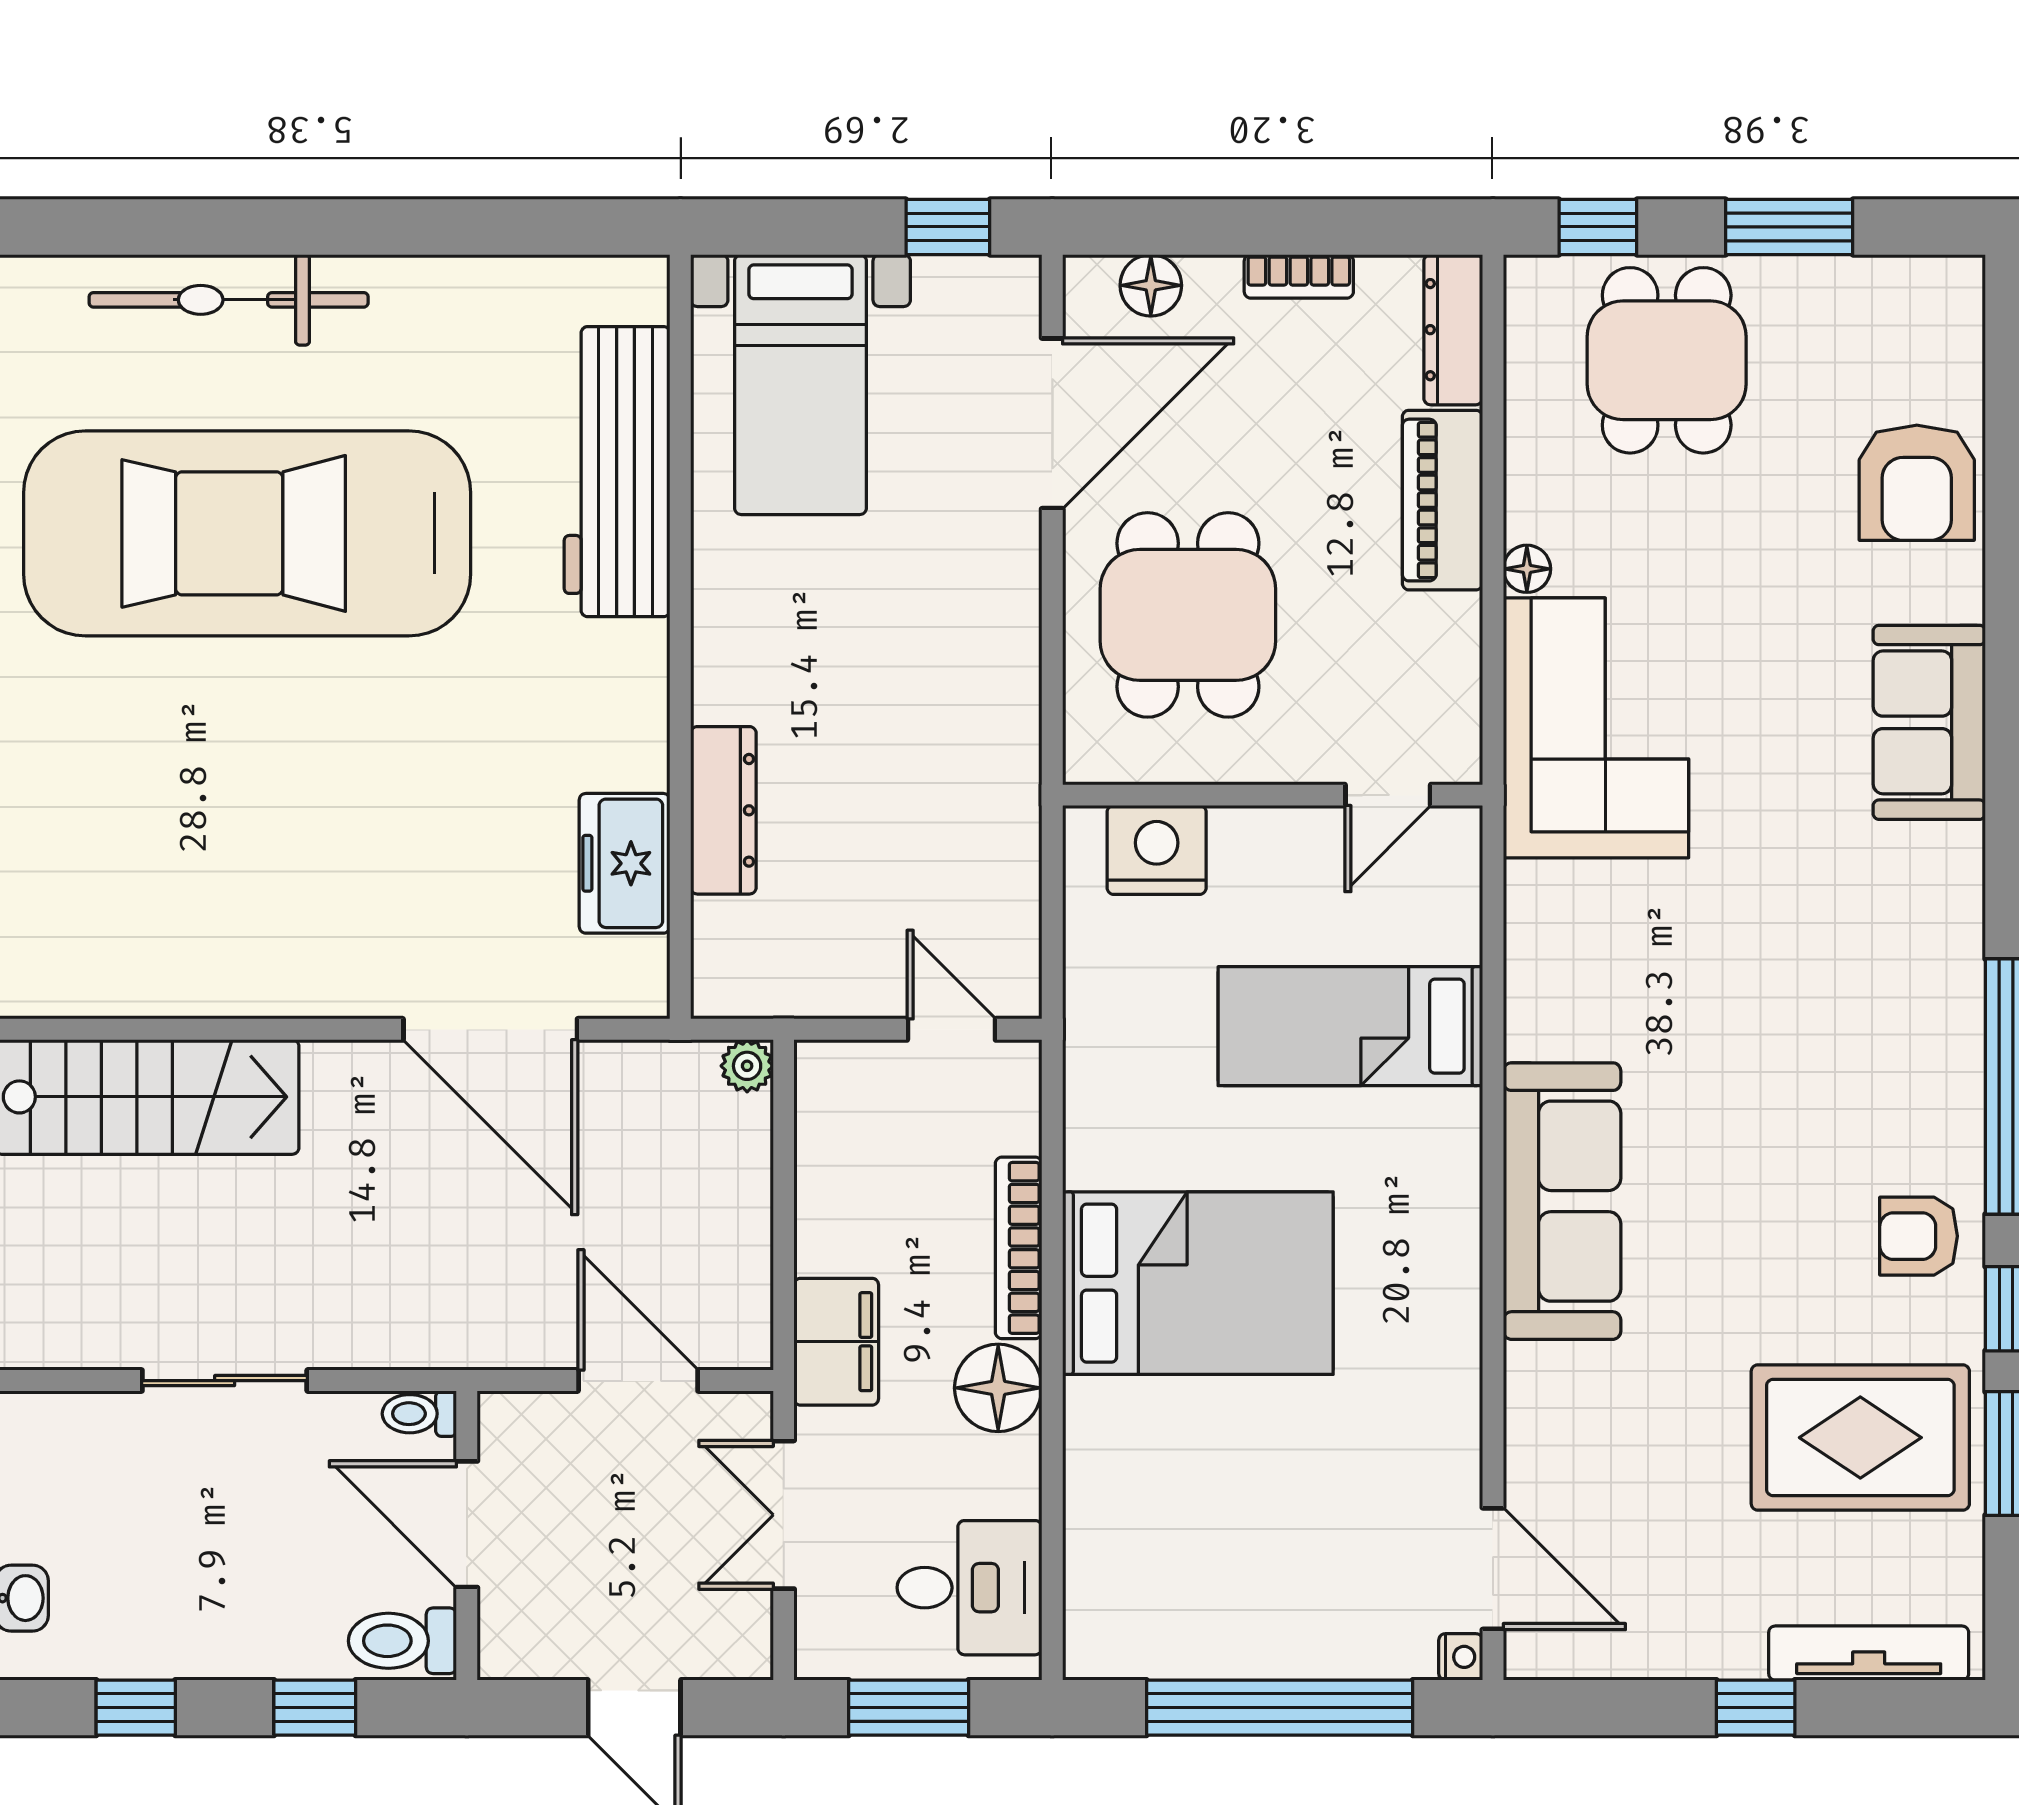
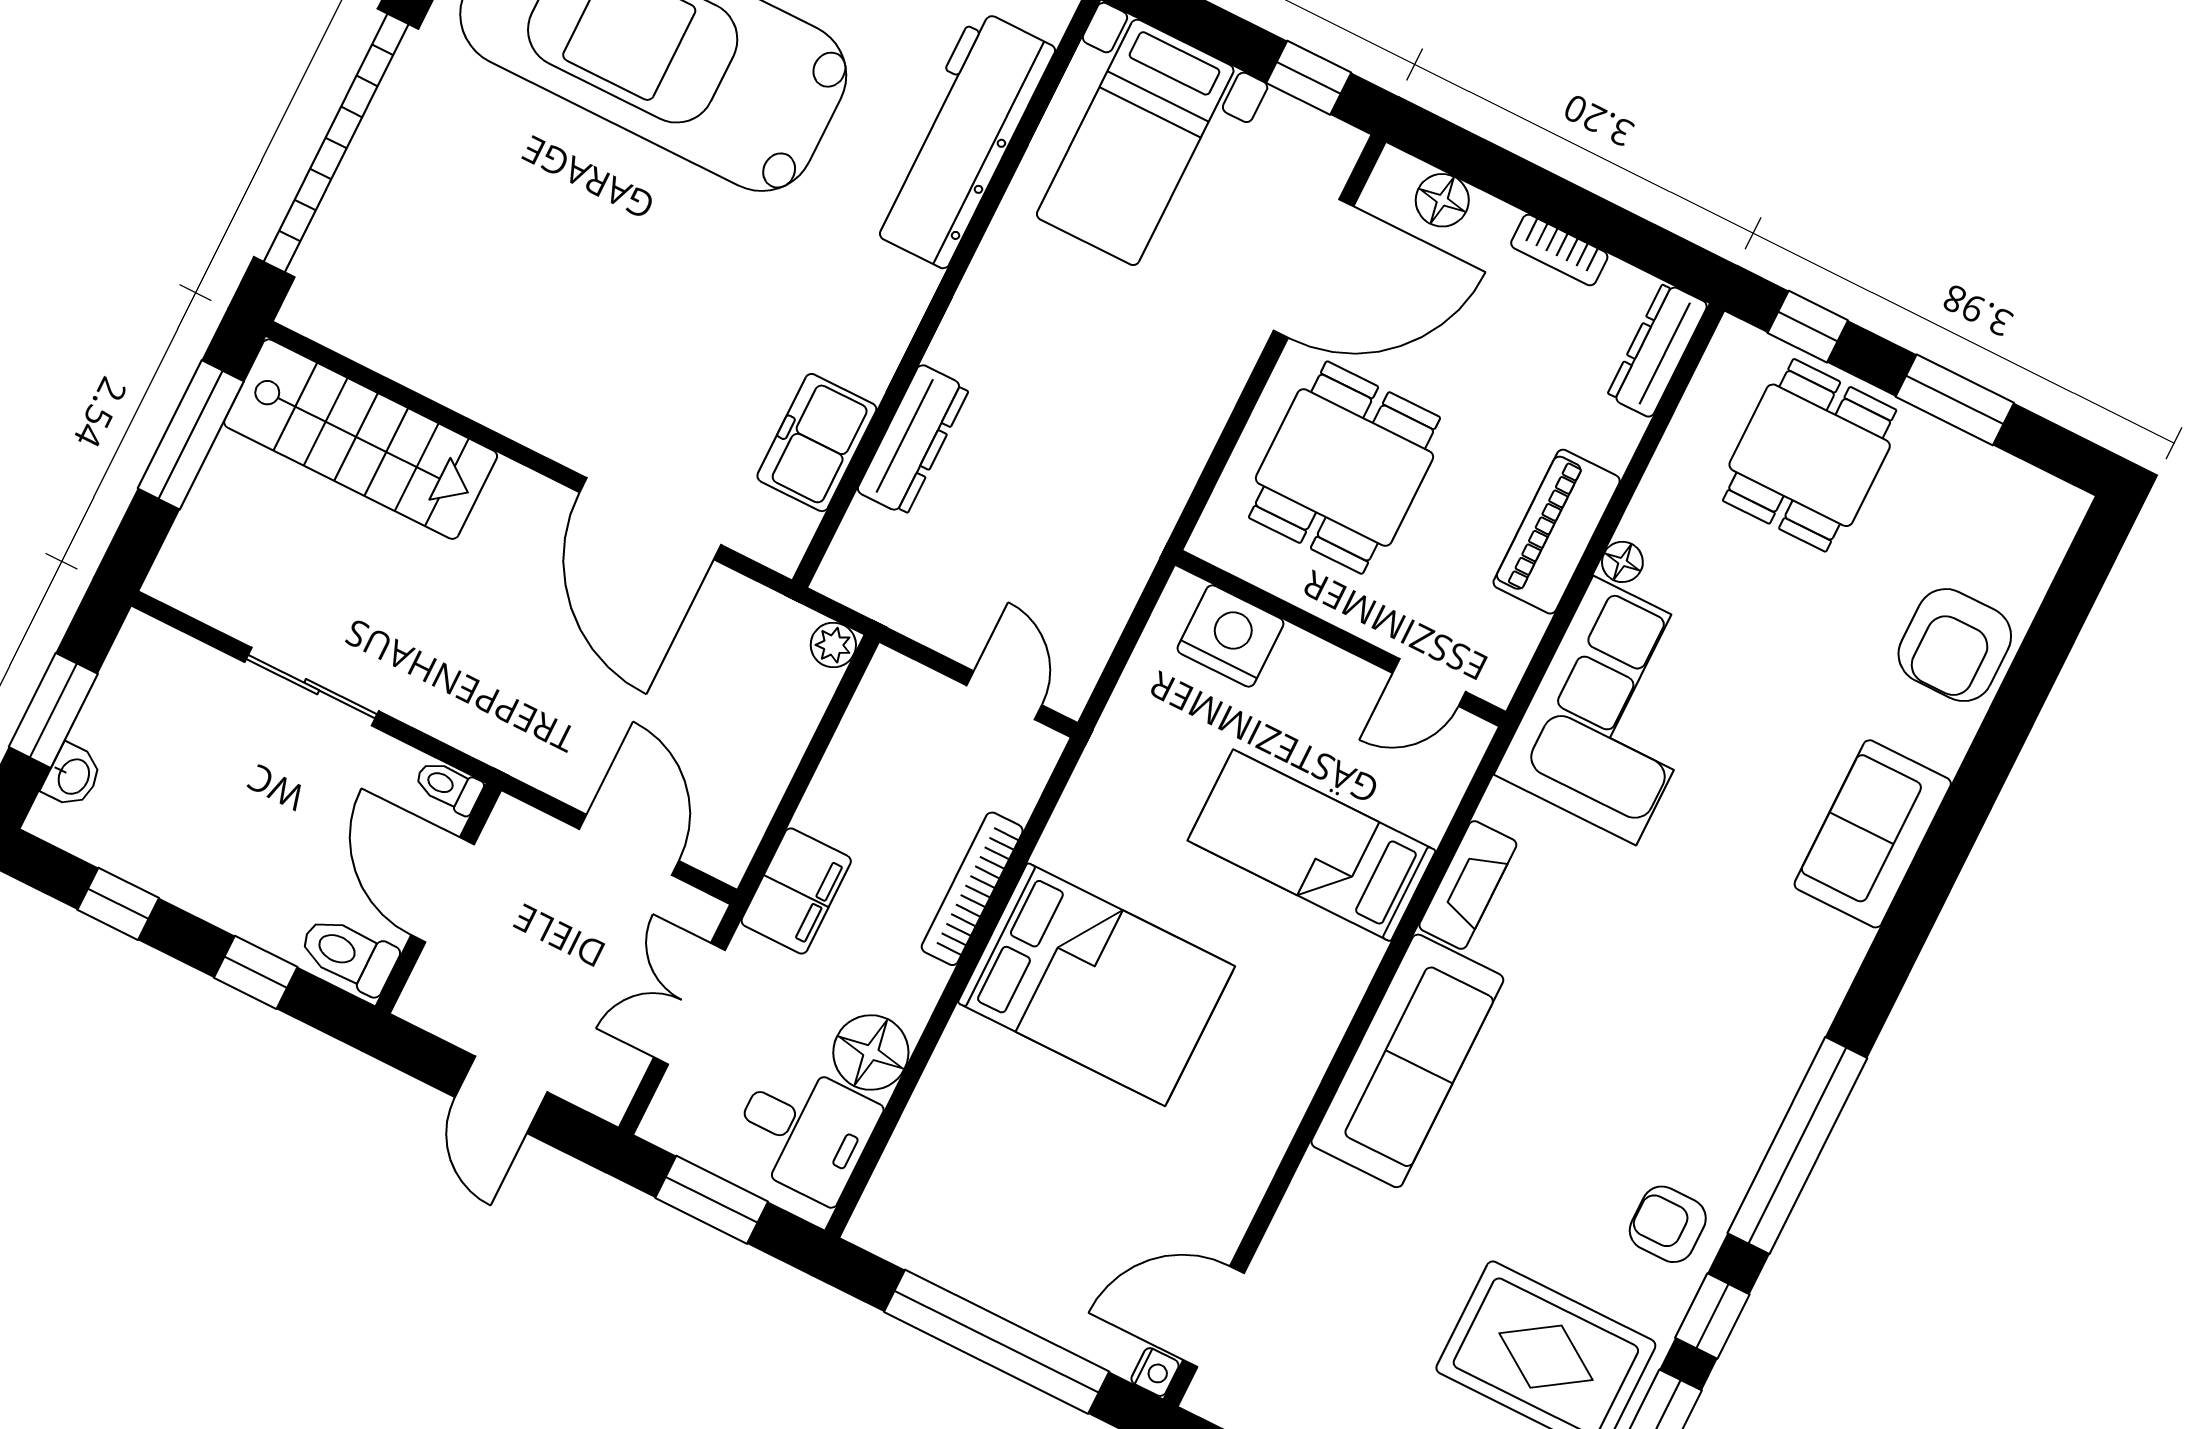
piano: (1442, 500) -> (1557, 532), moved
fireplace: (1534, 986) -> (1468, 885), added
floor lamp: (998, 1388) -> (871, 1053), moved
door: (1493, 1569) -> (1214, 1317), swing flipped

